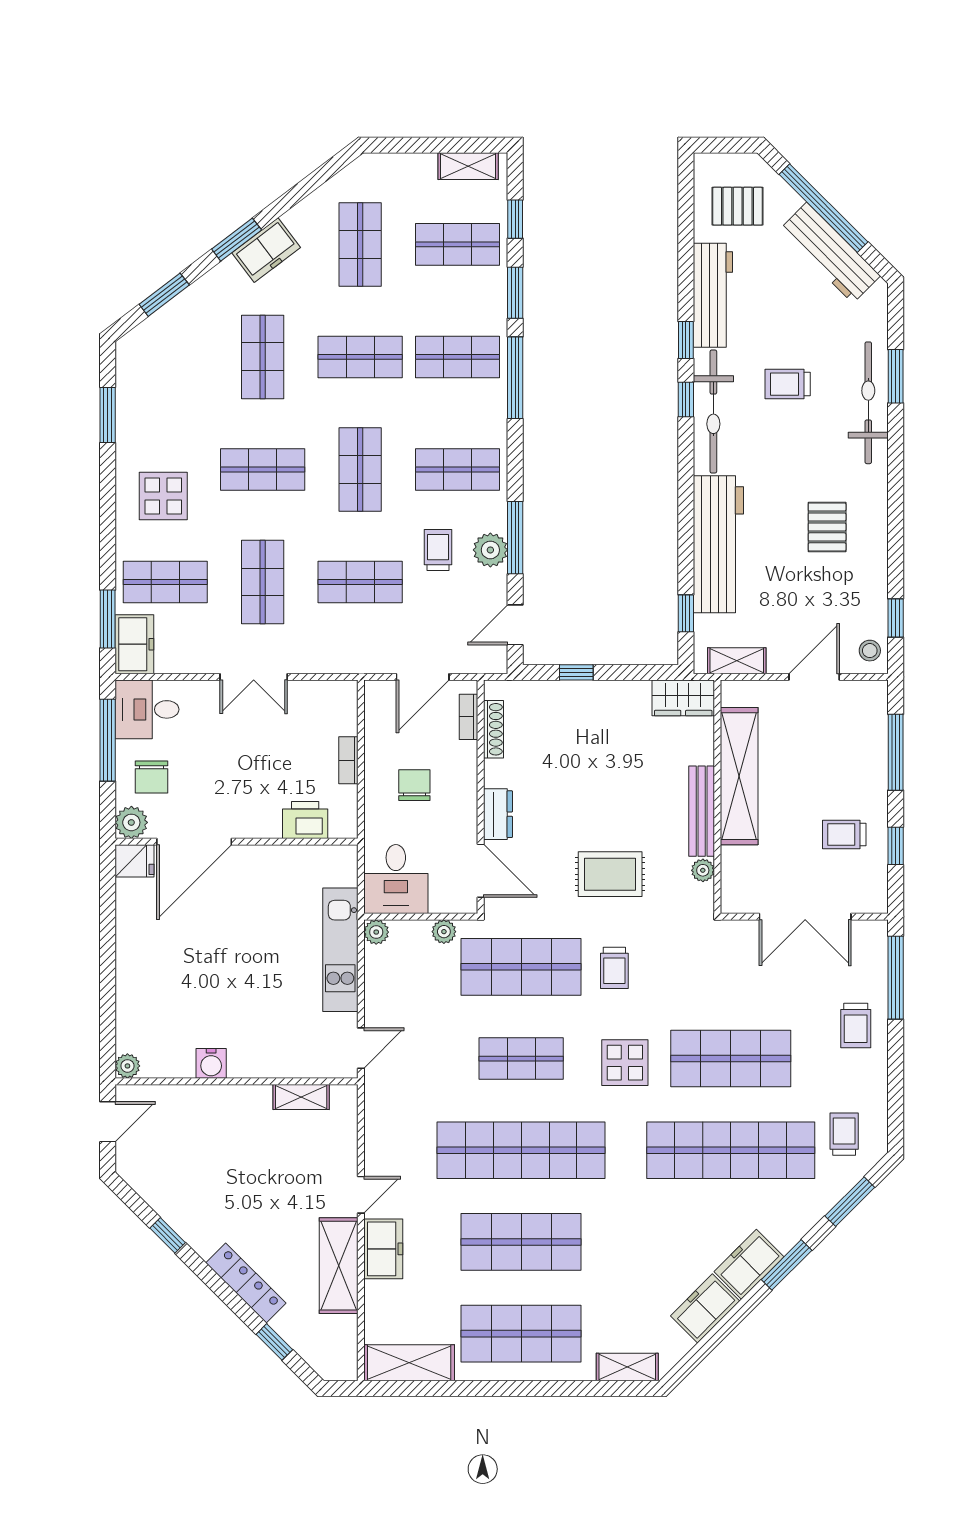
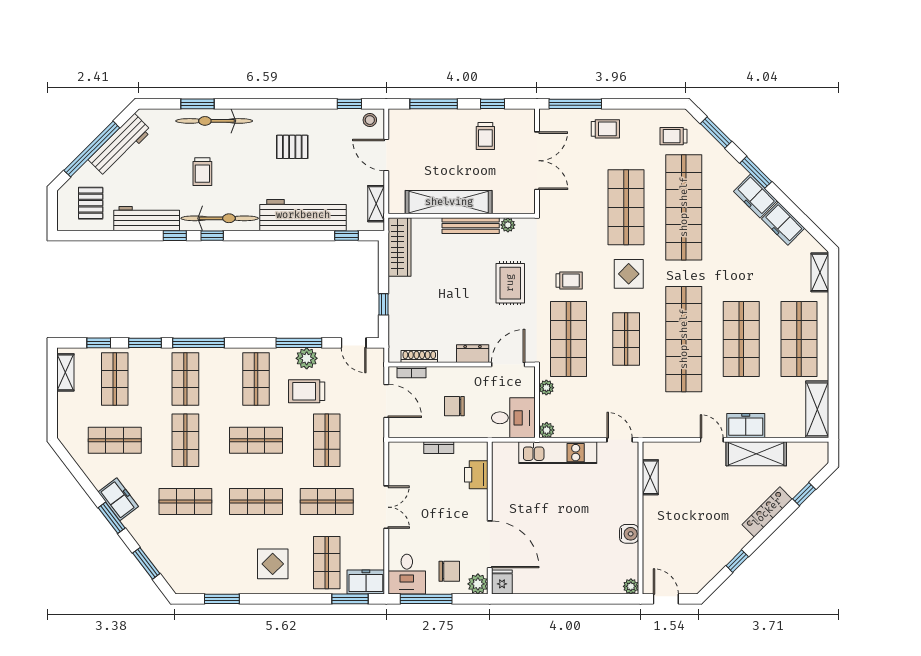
shop shelf: (263, 469) -> (256, 501), turned 90
trolley: (438, 550) -> (307, 391), width x1.36, depth x1.39
wardrobe: (683, 698) -> (400, 247), width x1.50

